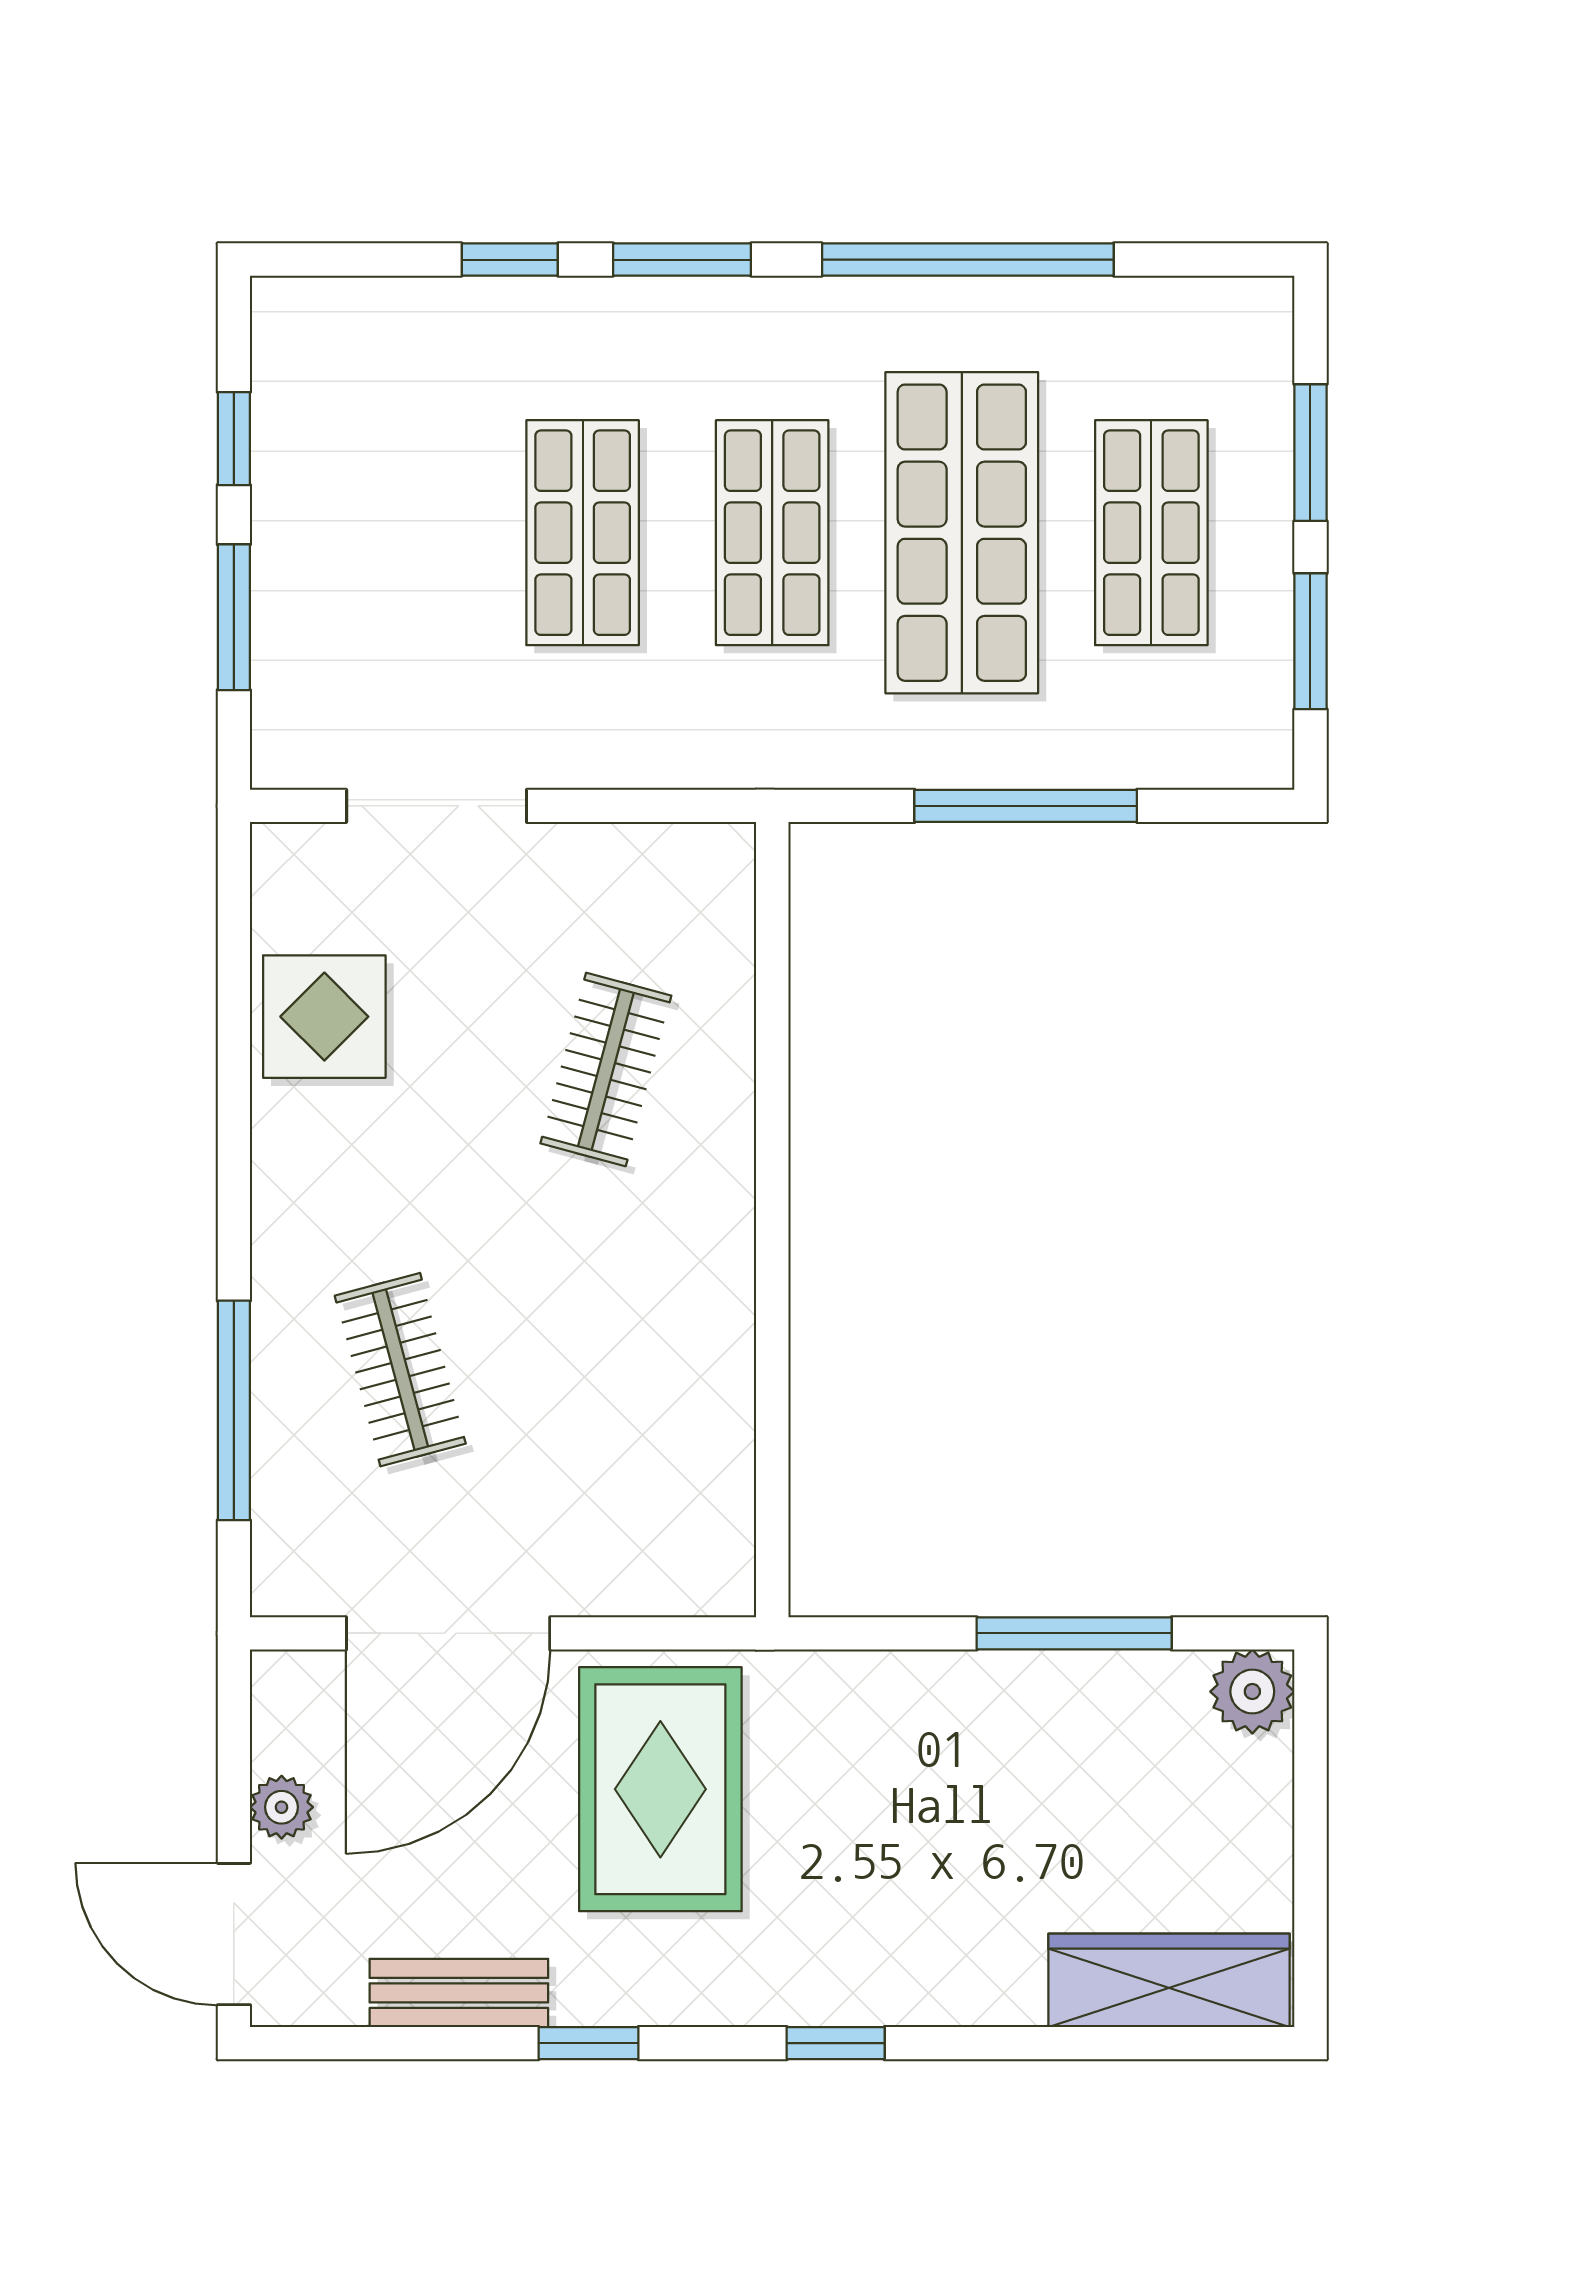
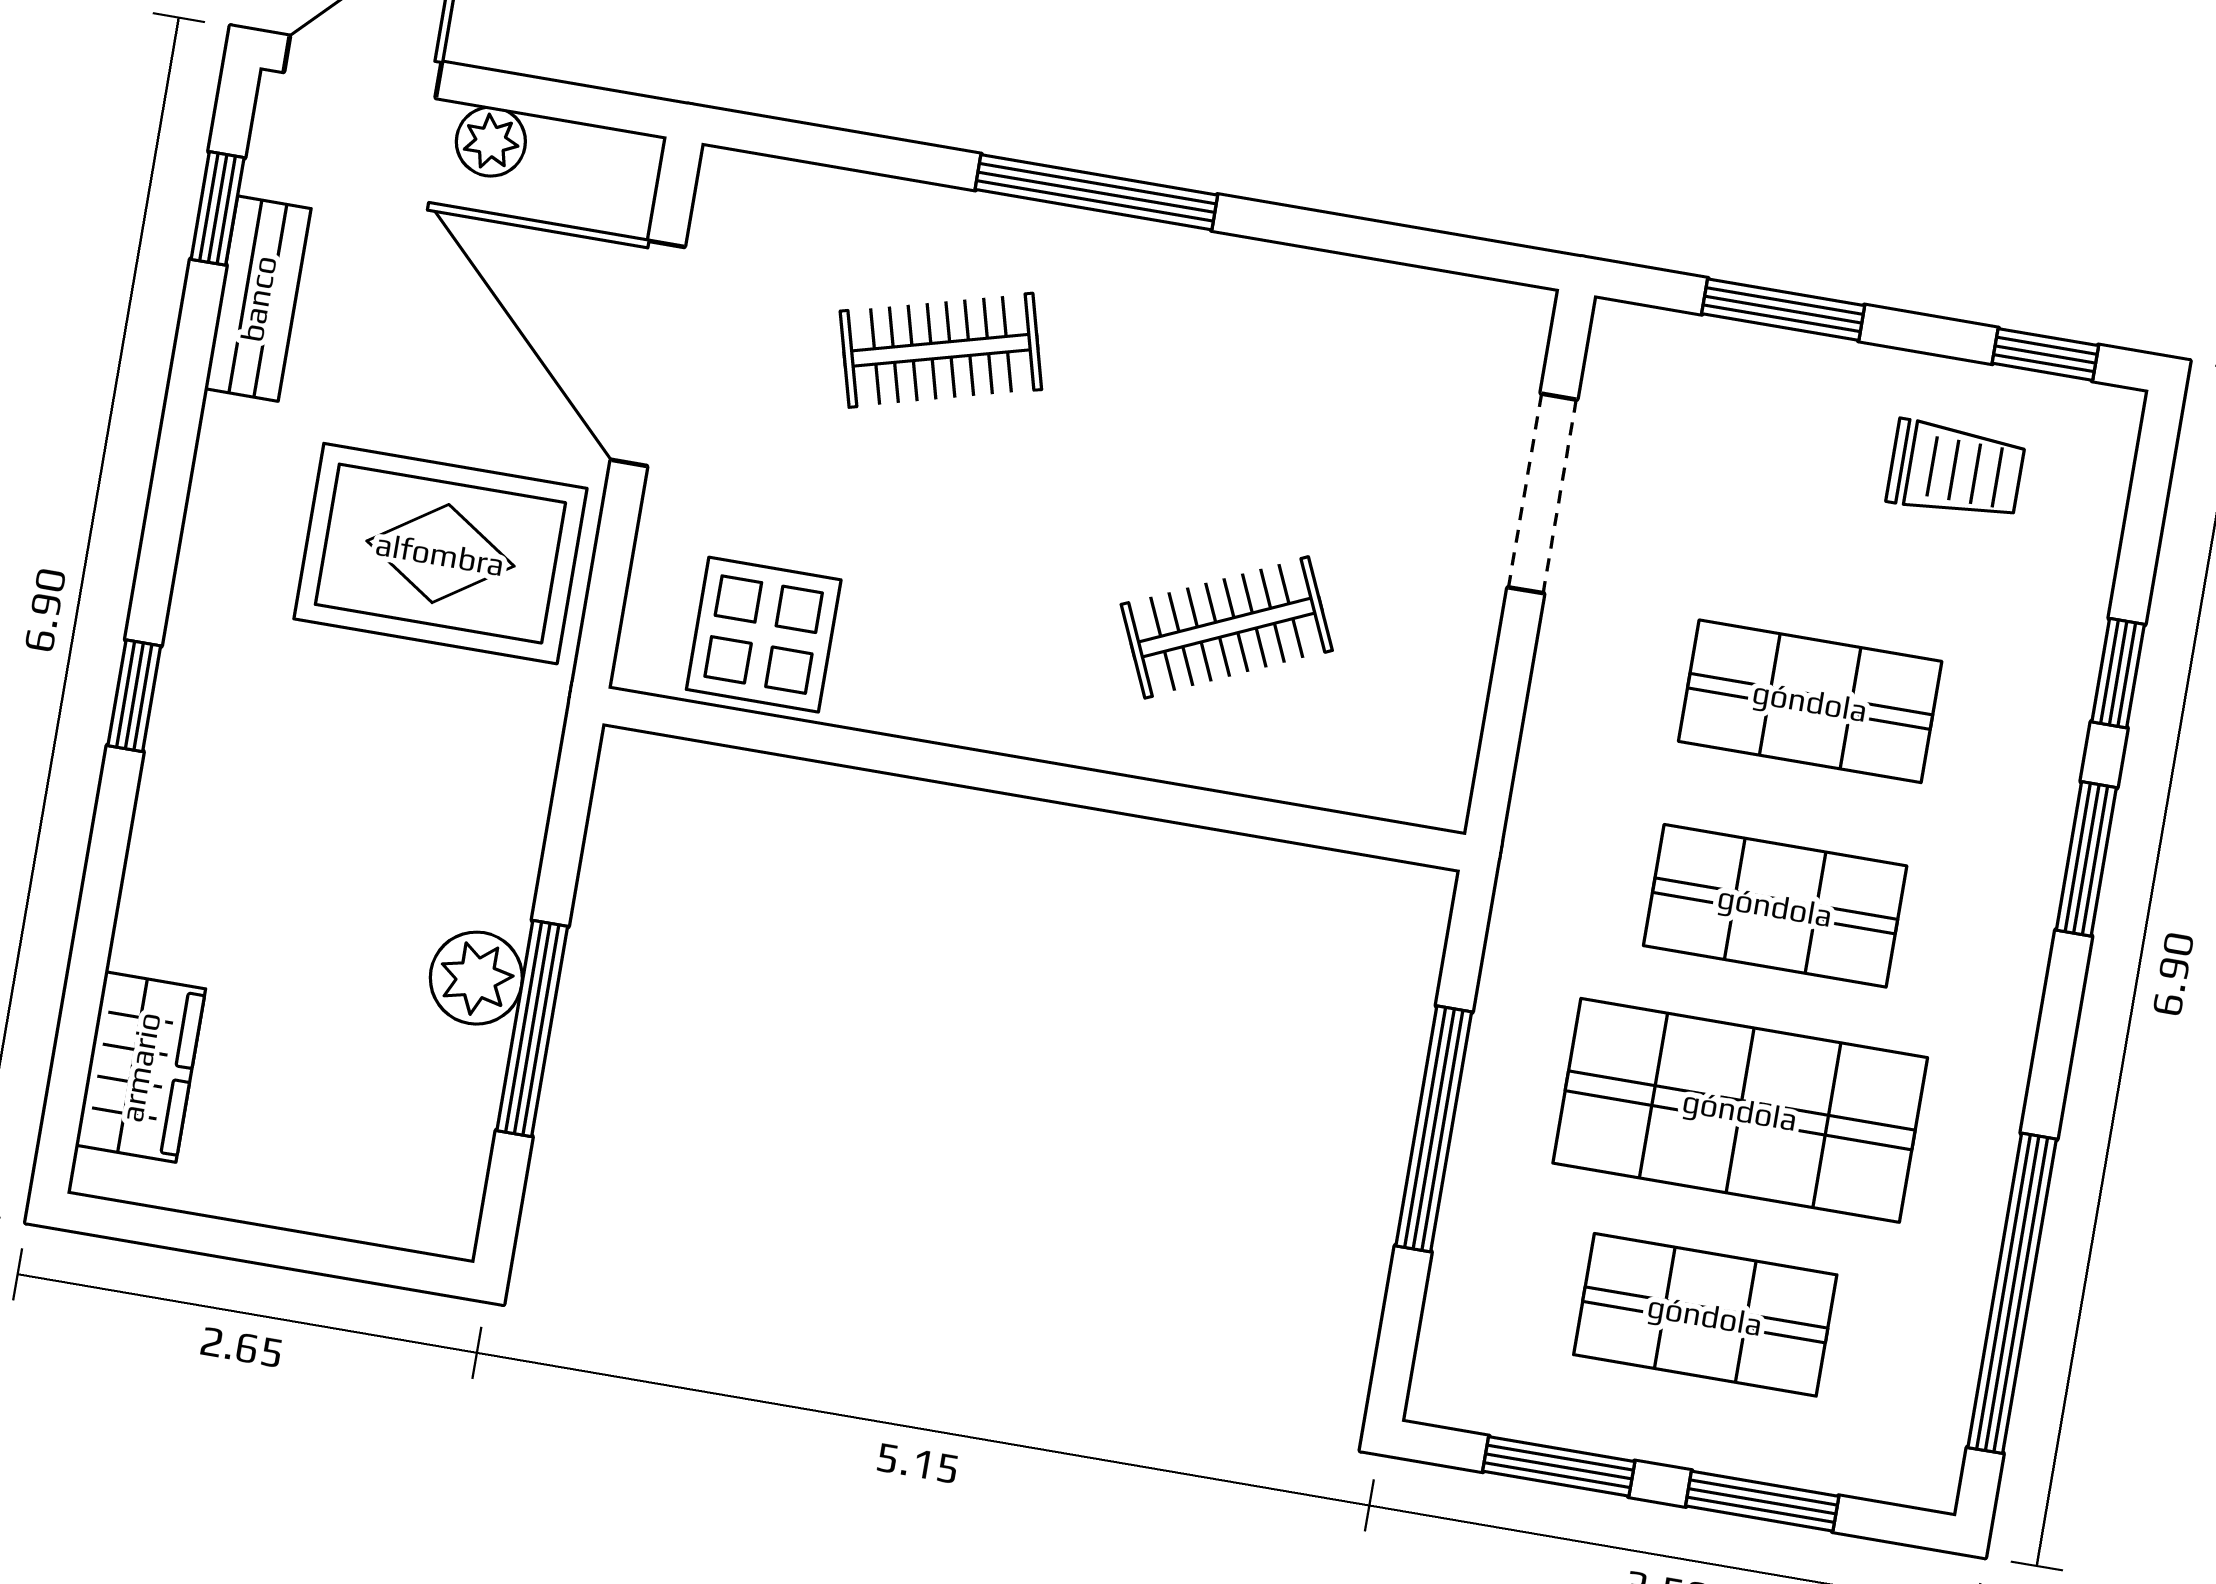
window: (968, 260) -> (2012, 1293), moved
trolley: (352, 437) -> (1956, 470), added
window: (234, 439) -> (2045, 354), moved
display table: (324, 1017) -> (764, 635), moved
clothes rail: (606, 1070) -> (1227, 627), turned -39
window: (234, 1410) -> (1096, 192), moved
plant: (1252, 1692) -> (476, 978), moved
wardrobe: (1169, 1980) -> (140, 1067), width x0.67
window: (589, 2043) -> (218, 208), moved

